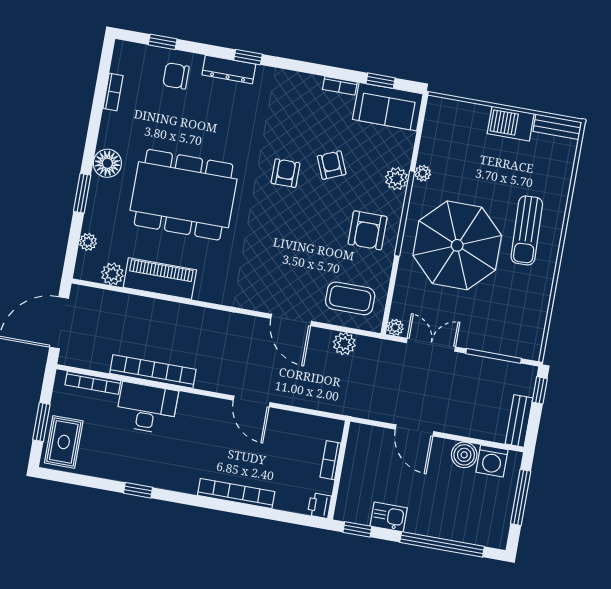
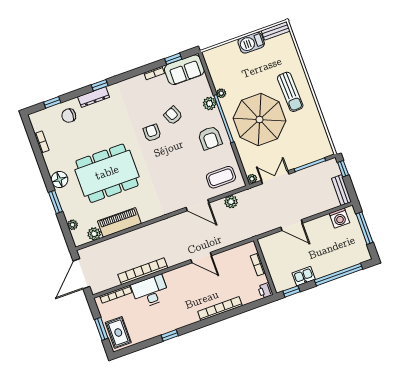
boiler: (464, 455) -> (324, 223), removed

